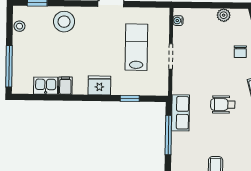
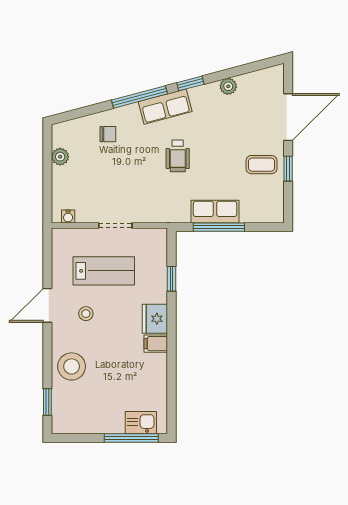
stool: (19, 26) -> (86, 314), moved
lab bench: (136, 47) -> (104, 271), turned 180
kitchen sink: (46, 86) -> (141, 423), moved, turned 90
filing cabinet: (65, 86) -> (156, 344), moved
row of seats: (180, 113) -> (215, 212), moved

